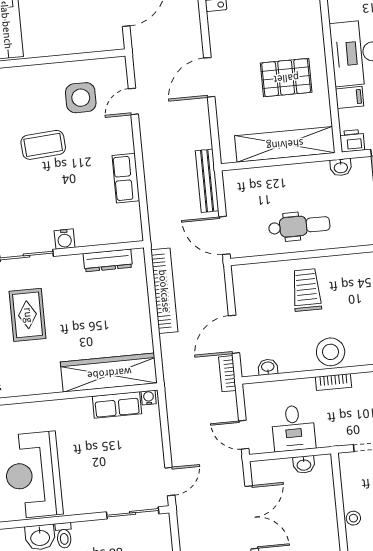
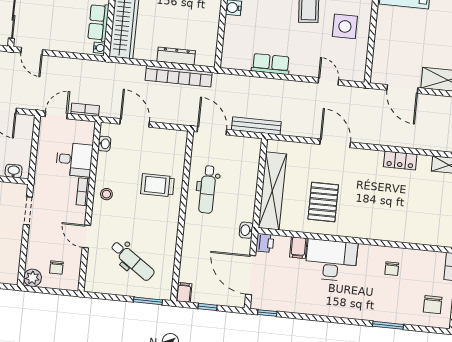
side table: (81, 98) -> (345, 26), moved
door: (224, 235) -> (212, 131), hinge flipped
dresser: (108, 260) -> (176, 56), moved, turned 90
trolley: (306, 290) -> (157, 185), turned 180
stool: (331, 352) -> (106, 194), width x0.53, depth x0.53
bookcase: (227, 374) -> (85, 110), moved
desk: (293, 428) -> (74, 160), moved, turned 180
washbasin: (304, 465) -> (14, 171), moved, turned 90

